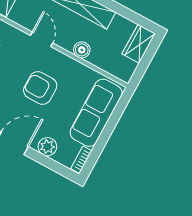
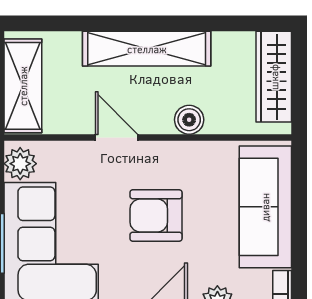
wardrobe: (139, 44) -> (274, 77), width x1.50

